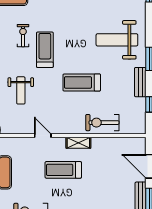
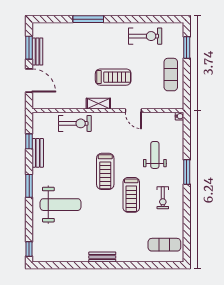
exercise bike: (23, 36) -> (163, 198), moved
treadmill: (82, 82) -> (105, 171), moved, turned 90
bench: (140, 82) -> (38, 153), moved

